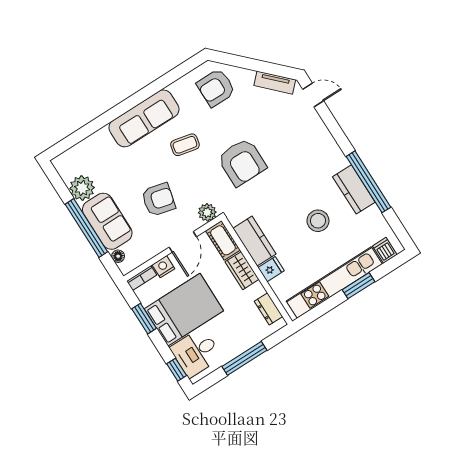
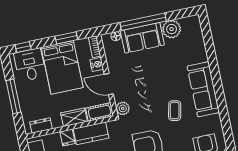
armchair: (158, 199) -> (144, 78), removed

